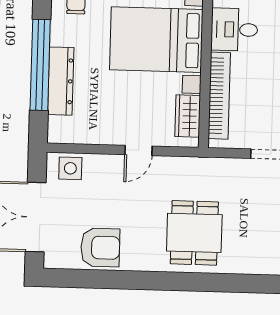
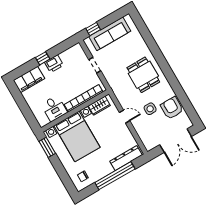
dresser: (61, 81) -> (126, 158), moved
side table: (70, 168) -> (150, 109), moved
dining table: (194, 233) -> (143, 75), turned 90

